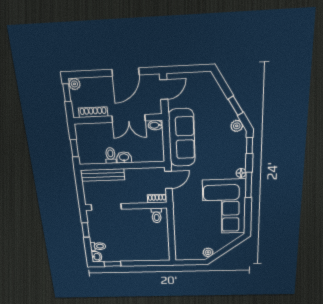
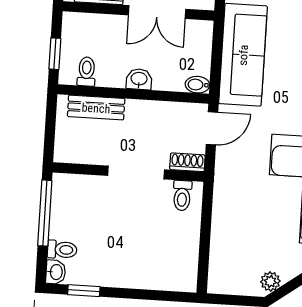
bidet: (155, 125) -> (197, 85), moved
toilet: (111, 156) -> (87, 72), moved
bench: (103, 175) -> (96, 108), width x0.73
doorway: (106, 207) -> (136, 173), moved
window: (86, 230) -> (45, 213), width x2.17

